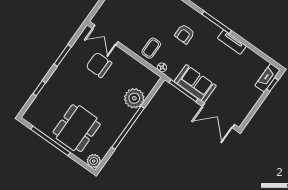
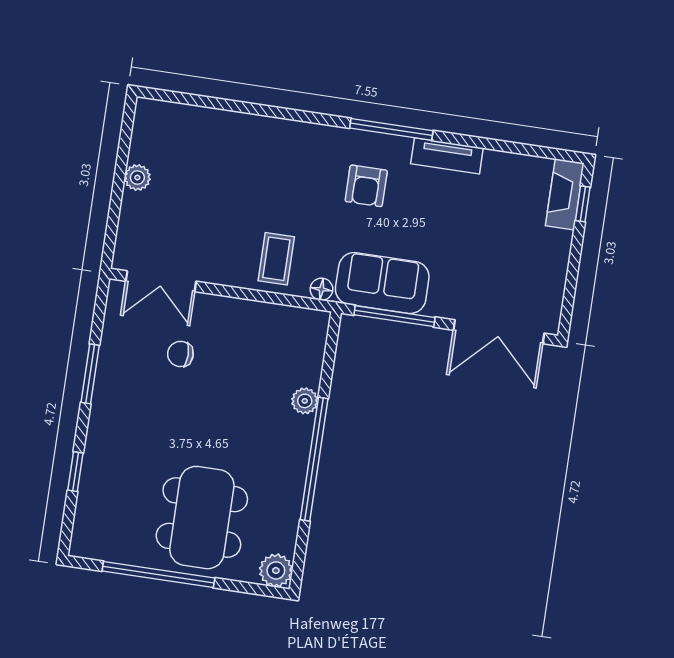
armchair: (185, 34) -> (366, 186), moved
chair: (99, 65) -> (180, 354), width x0.54, depth x0.54
sofa: (195, 84) -> (382, 283), moved
plant: (134, 98) -> (305, 401), width x0.53, depth x0.53

